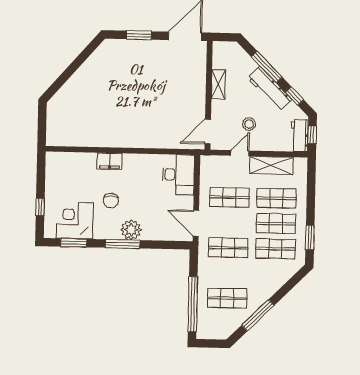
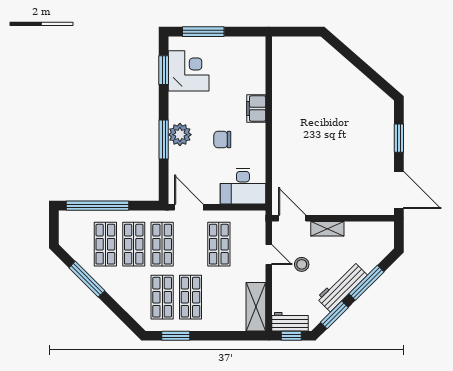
shelving: (218, 84) -> (327, 229), moved
window: (295, 96) -> (334, 315), width x1.50
shelving: (271, 165) -> (256, 307), moved
shop shelf: (277, 198) -> (134, 244), moved
chair: (111, 201) -> (222, 140), moved
window: (40, 207) -> (203, 32), width x2.17
door: (196, 223) -> (189, 207), hinge flipped
window: (123, 244) -> (164, 140), moved

